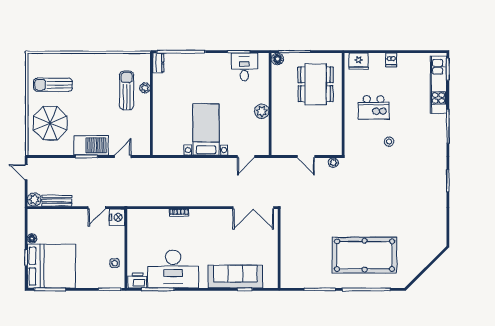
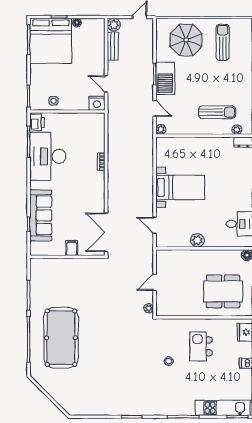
plant: (145, 88) -> (237, 130), moved
plant: (145, 150) -> (161, 129), added
filing cabinet: (270, 244) -> (72, 248), added

